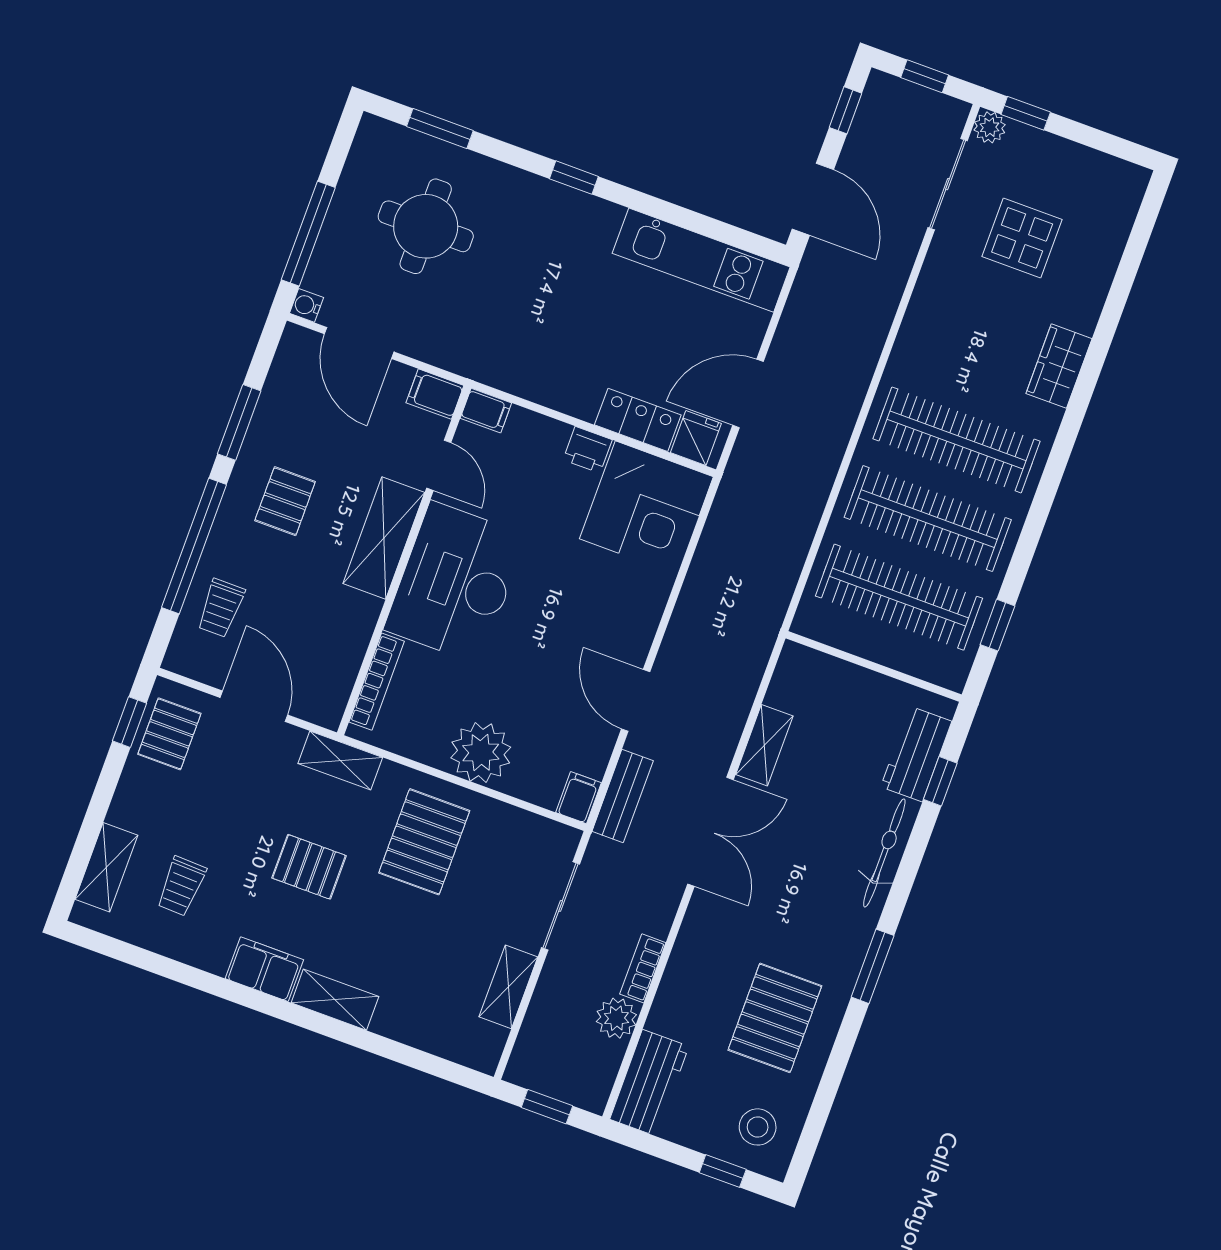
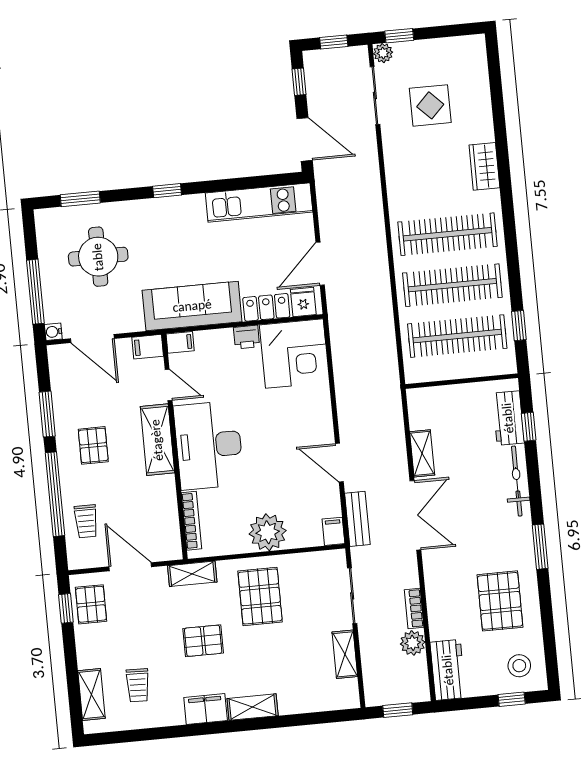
sofa: (529, 365) -> (192, 306), added

